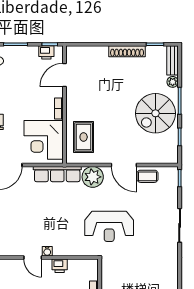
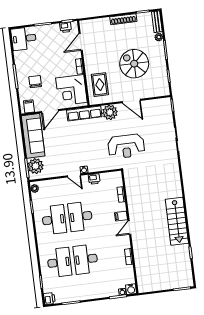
spiral stairs: (155, 113) -> (134, 64), moved, turned 90
coffee table: (147, 176) -> (149, 107), removed

